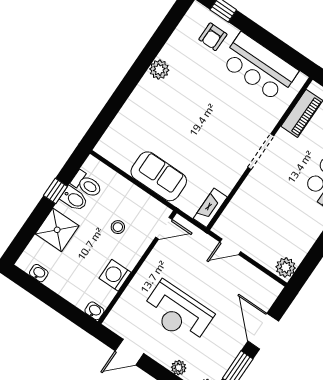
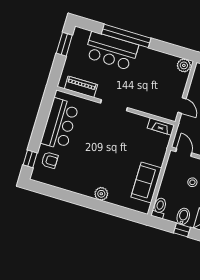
plant: (159, 70) -> (101, 194), moved
sofa: (159, 176) -> (146, 183), moved
toilet: (87, 184) -> (159, 208), moved

